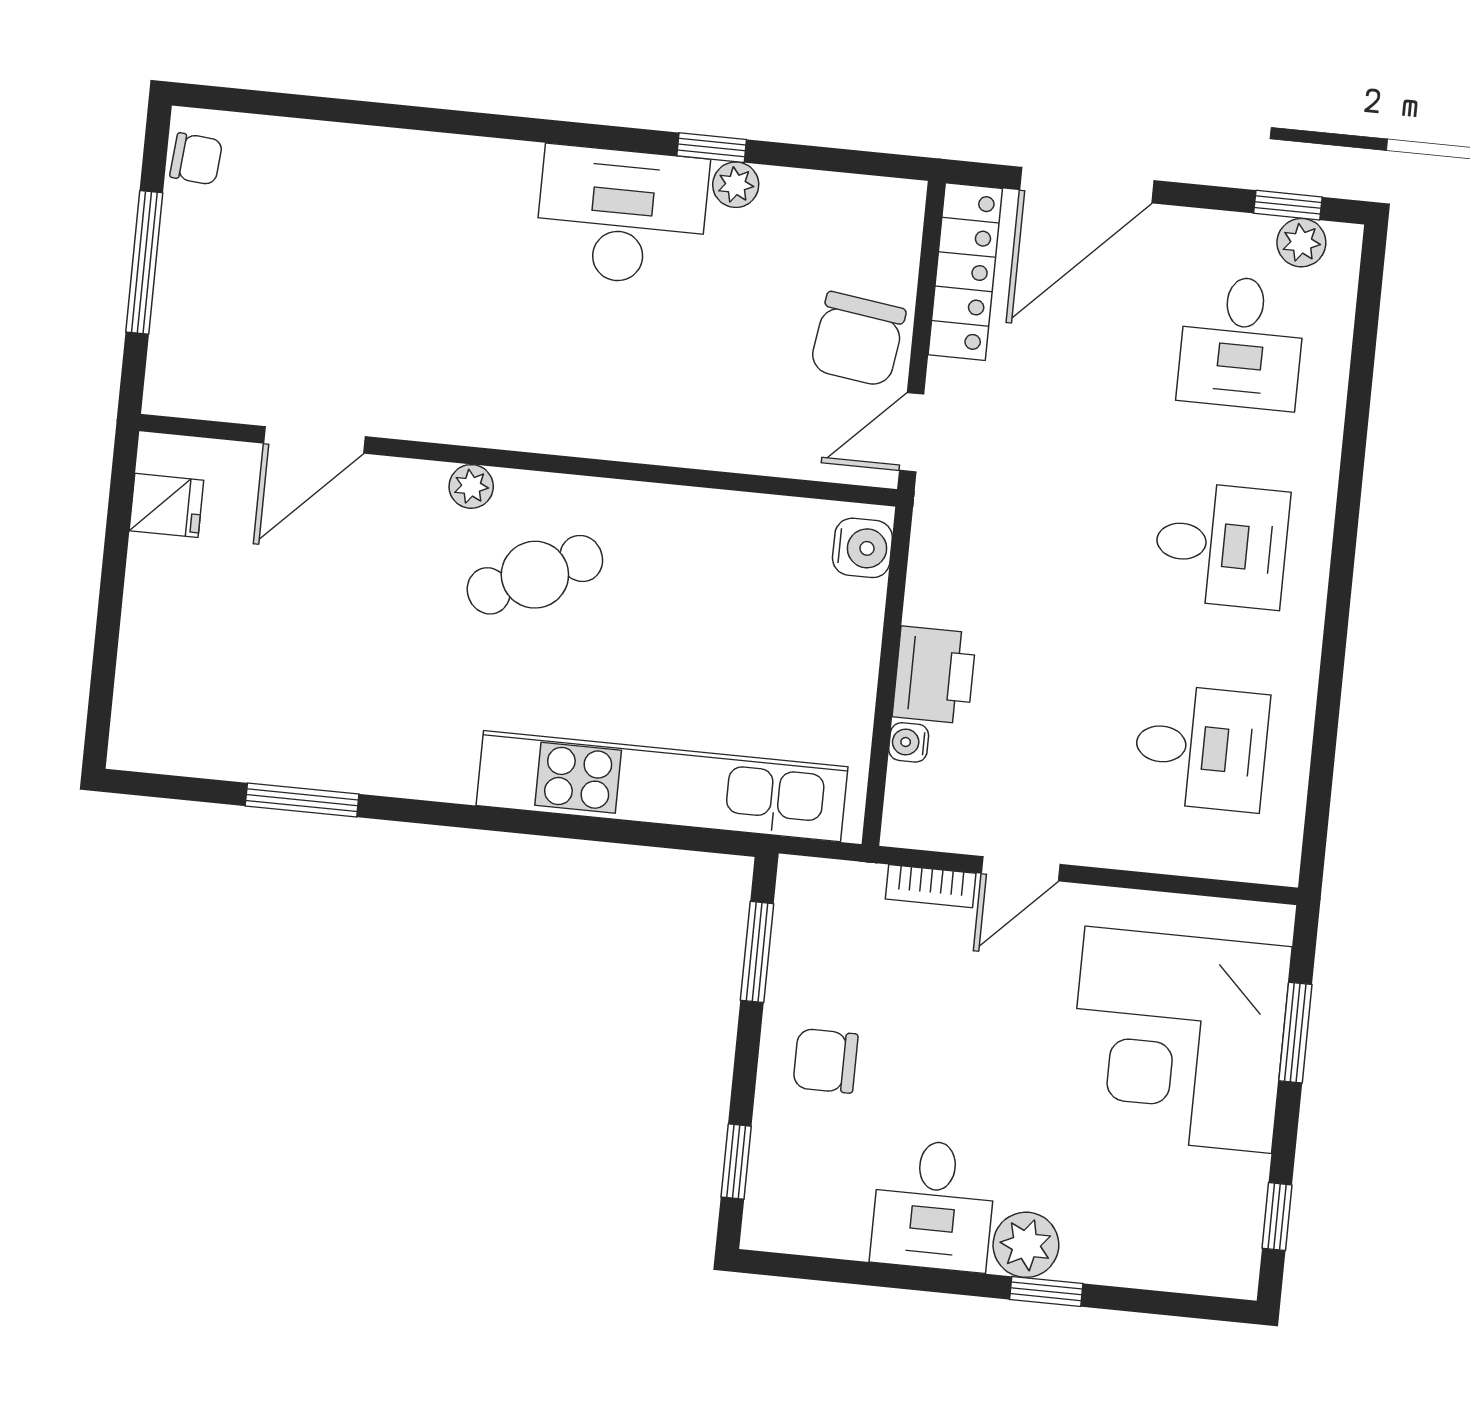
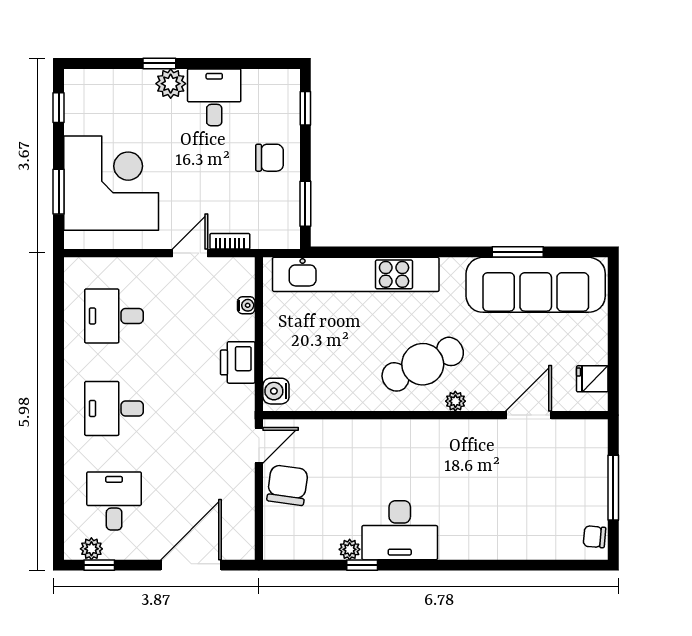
locker: (965, 272) -> (242, 520), removed
cafe table: (535, 575) -> (423, 364), width x1.37, depth x1.35
printer: (934, 675) -> (238, 362), moved
sofa: (270, 724) -> (536, 285), added

